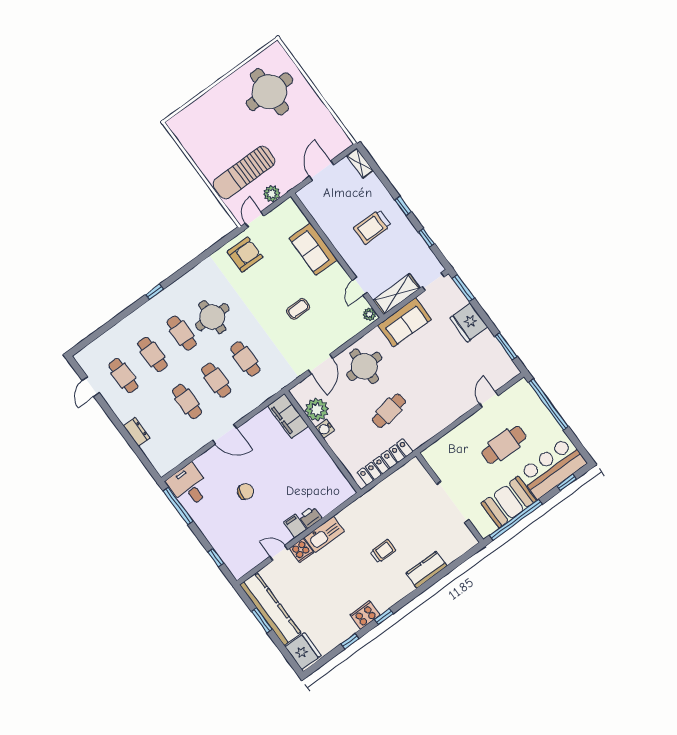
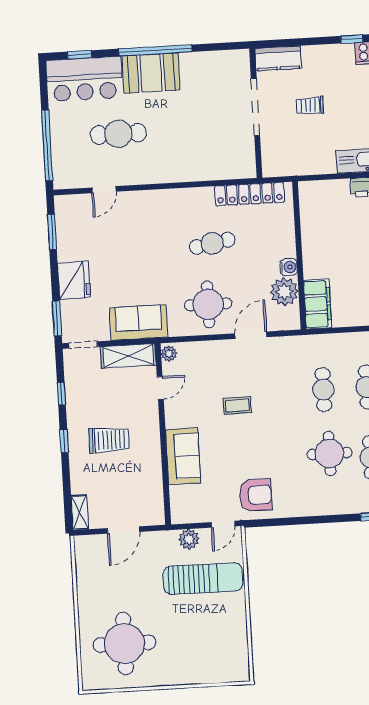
armchair: (245, 255) -> (256, 495), turned 180
wall: (450, 498) -> (256, 113), moved
doorway: (453, 502) -> (255, 107), moved

